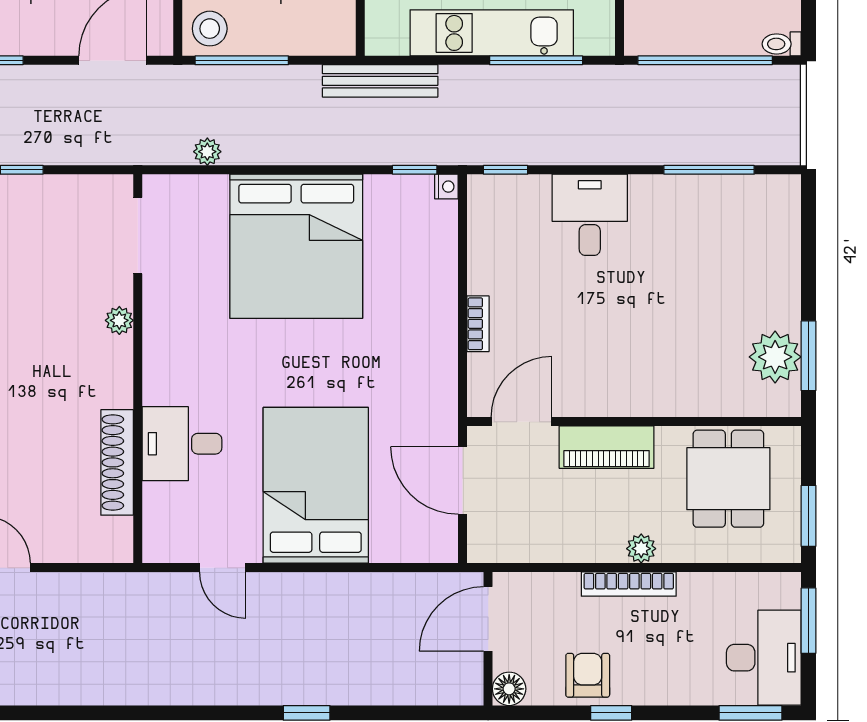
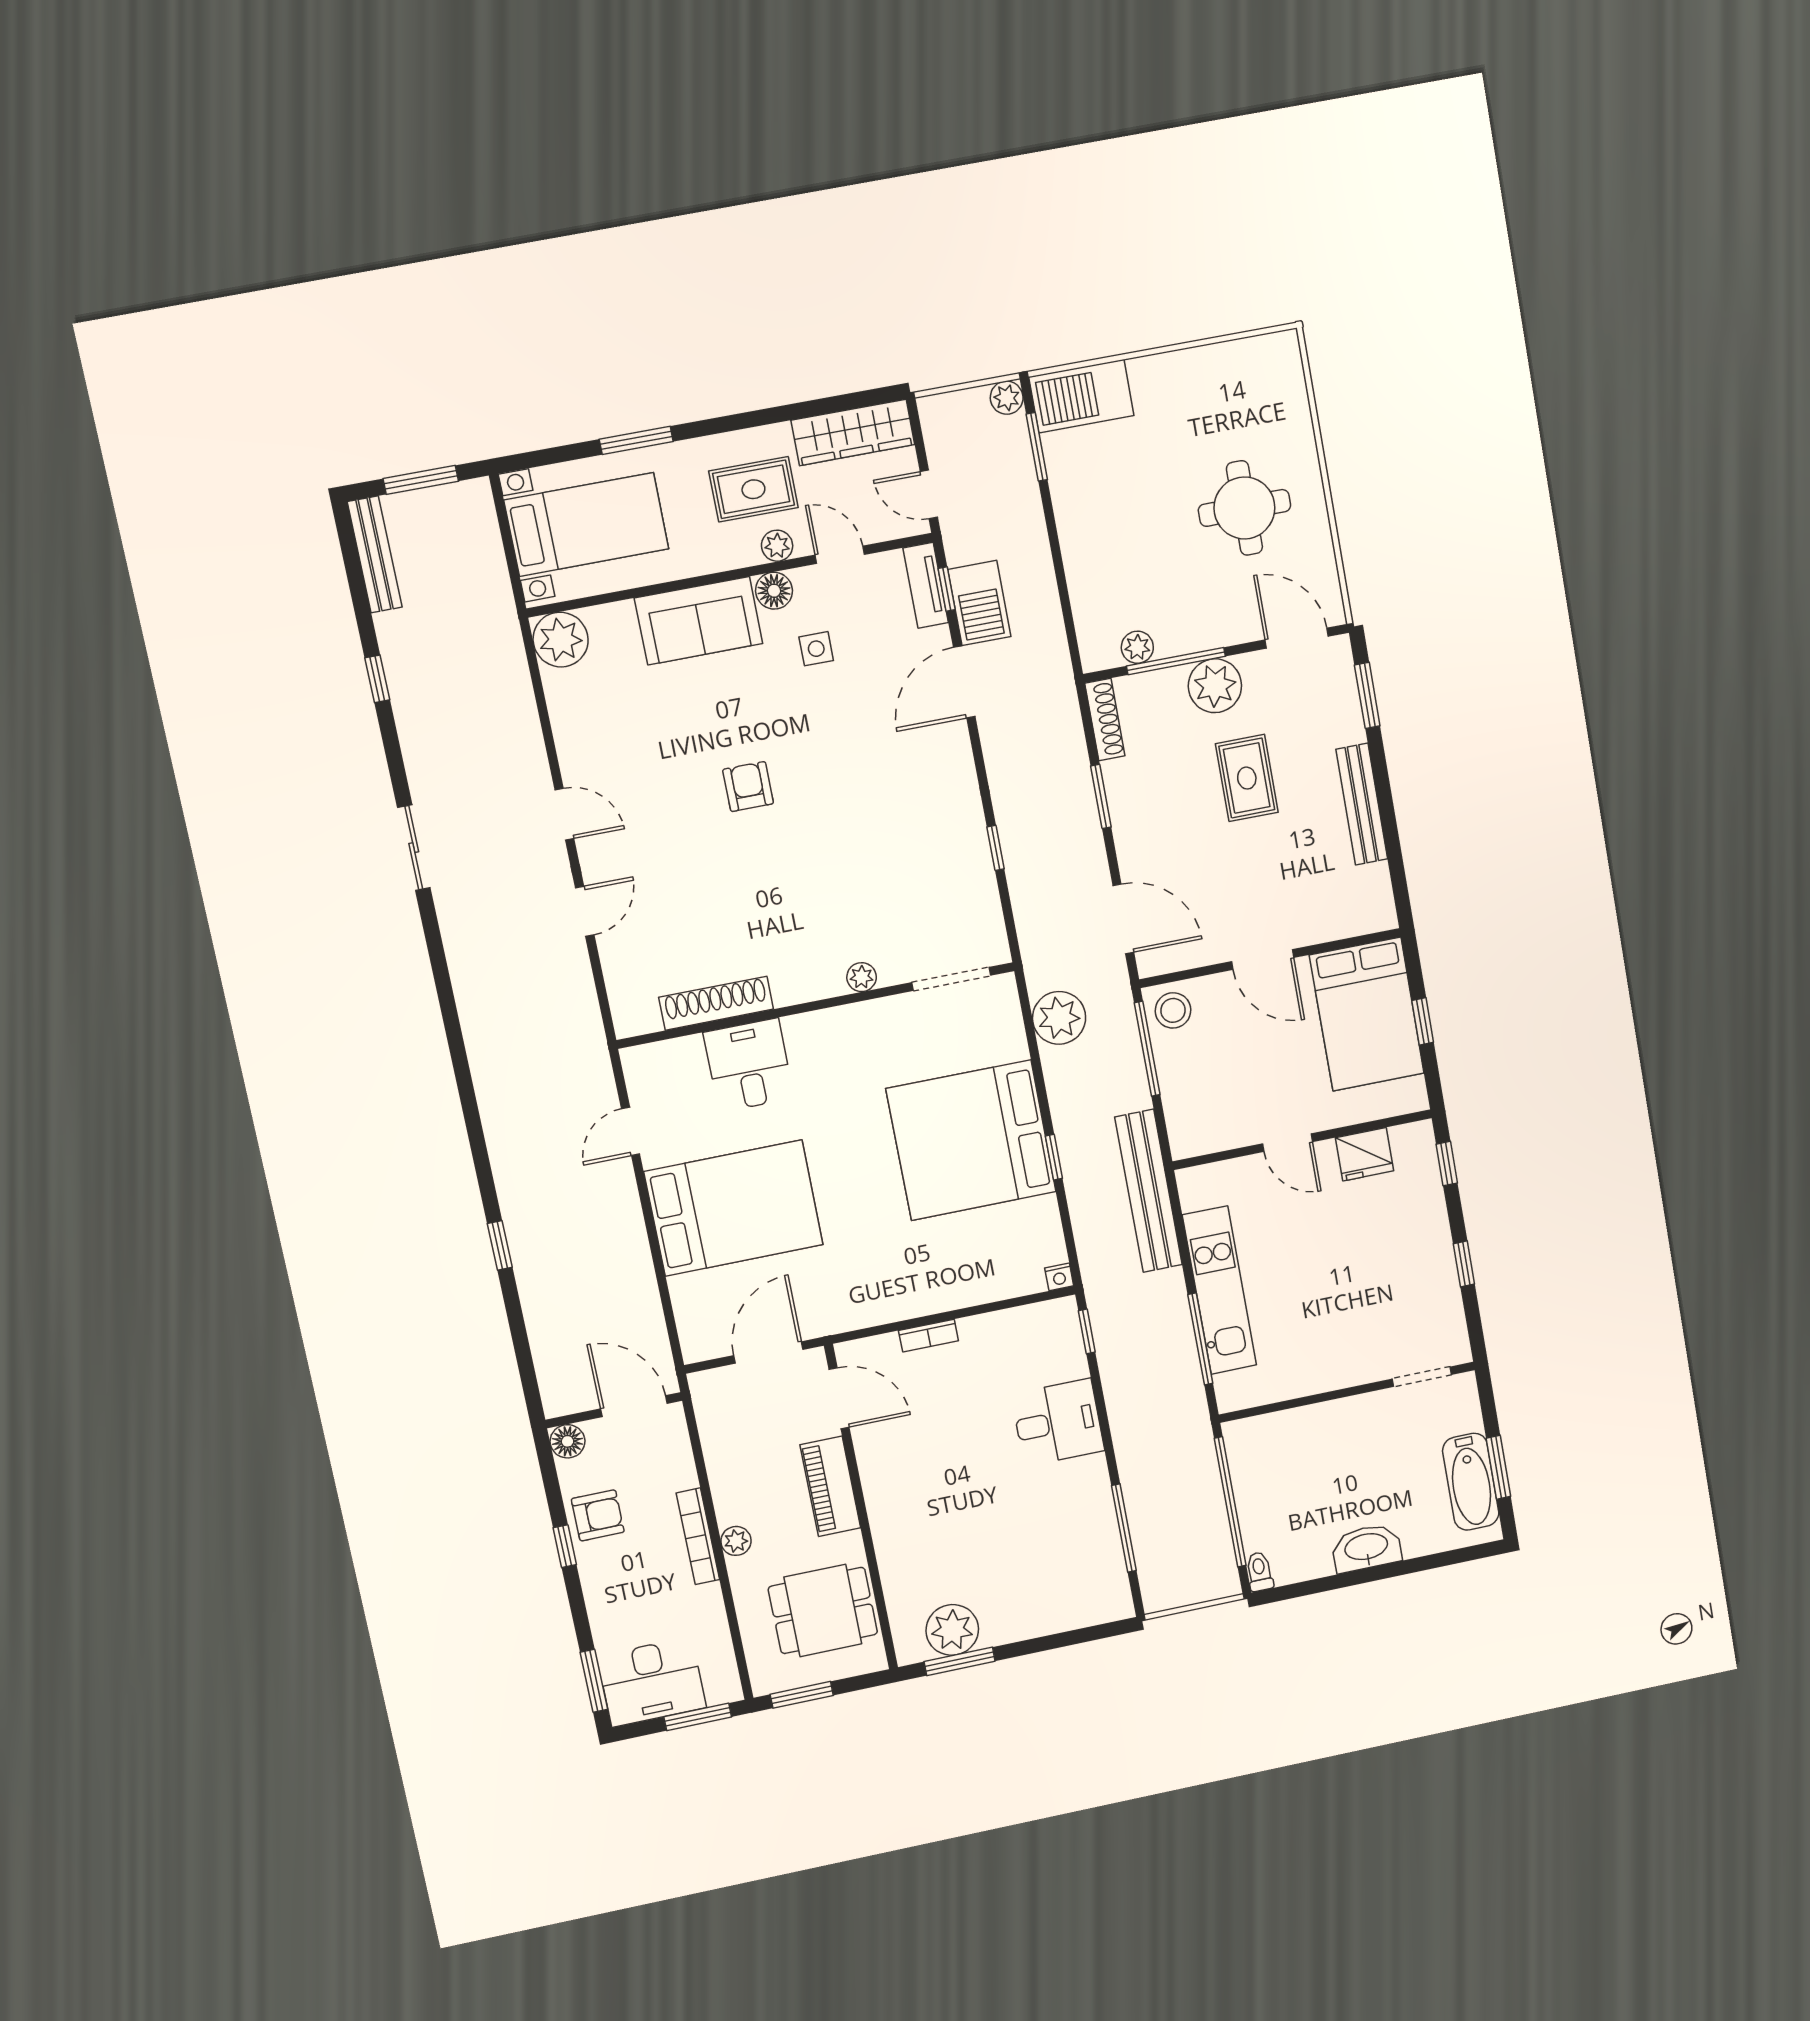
bench: (380, 81) -> (1149, 1191), width x1.37, depth x1.21
plant: (207, 152) -> (1059, 1018), width x1.87, depth x1.87
window: (415, 170) -> (1054, 1157), moved

